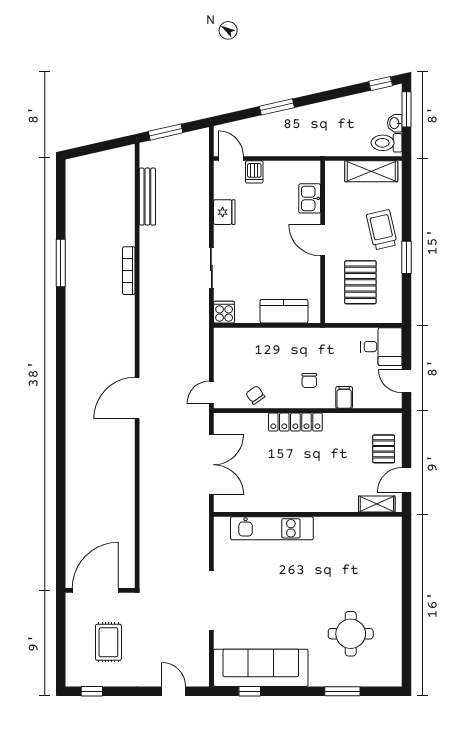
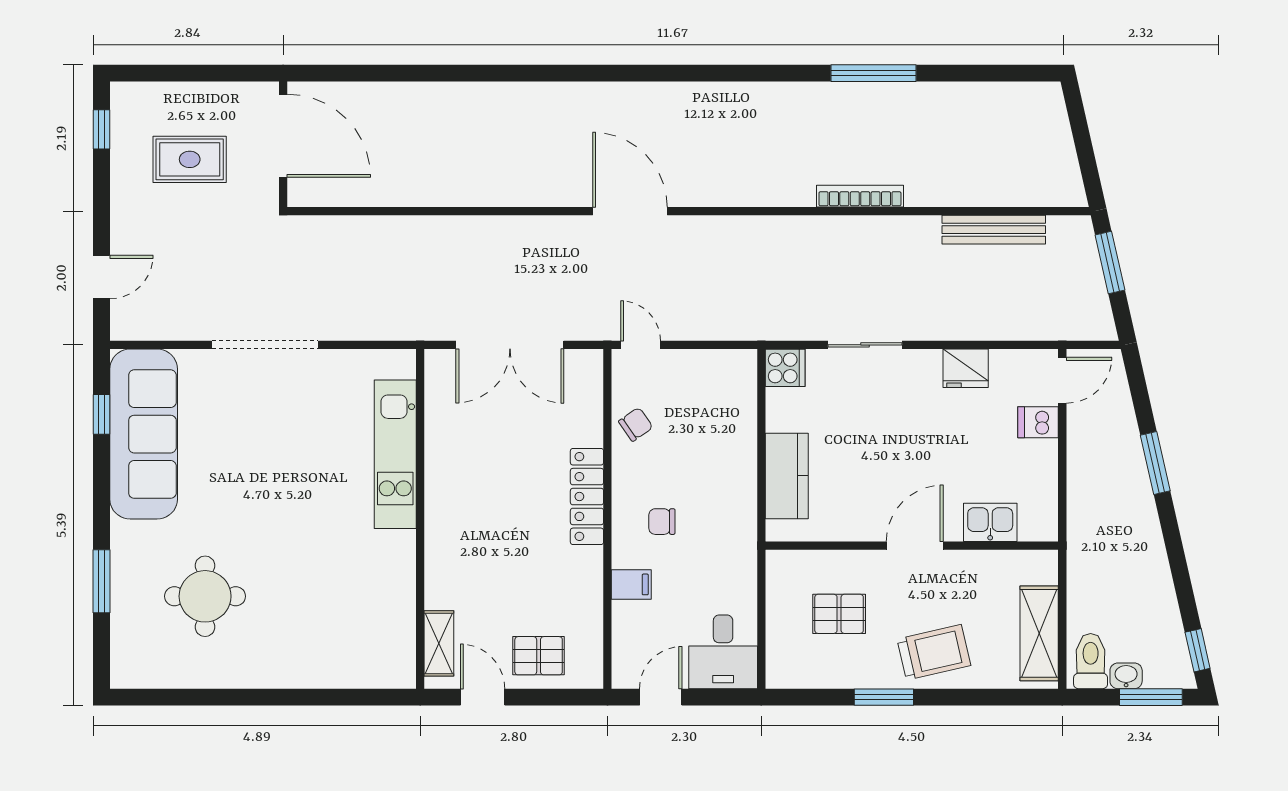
pallet: (360, 282) -> (839, 614), width x0.67, depth x0.71

